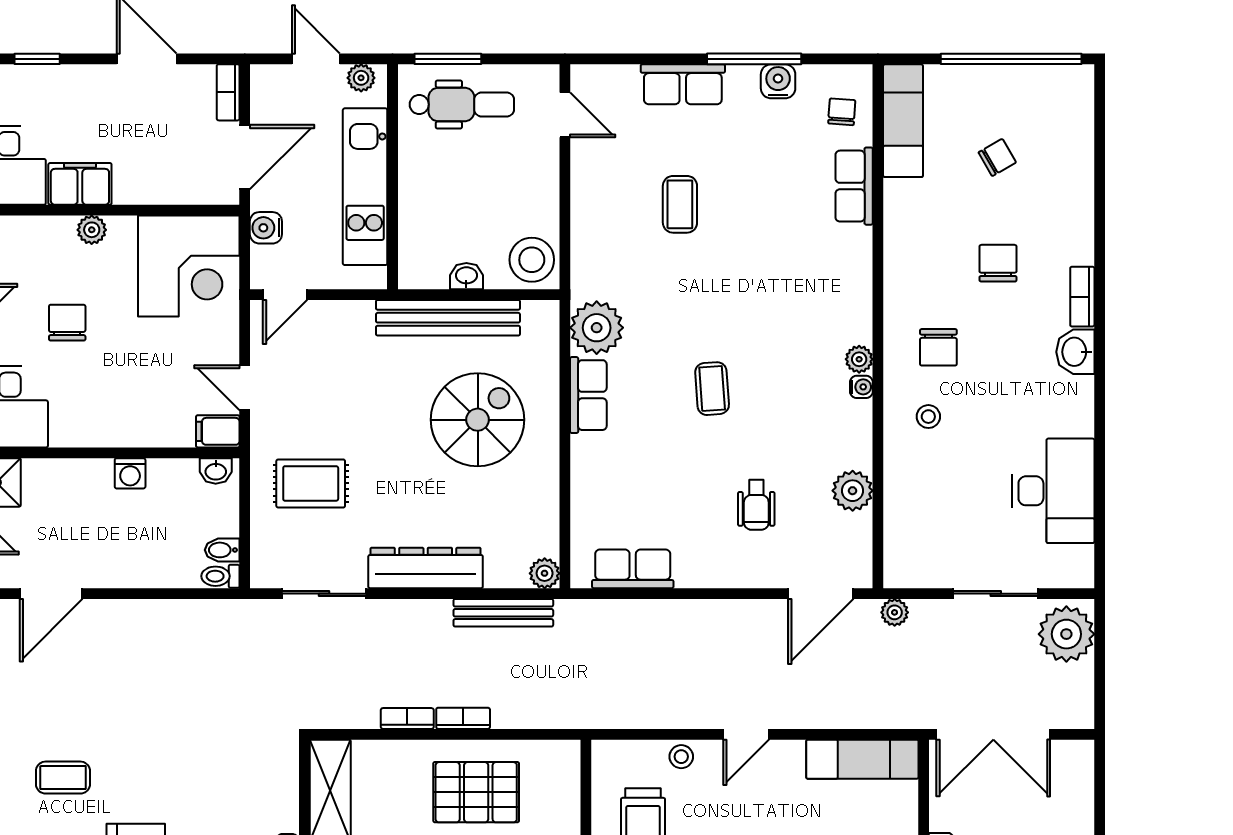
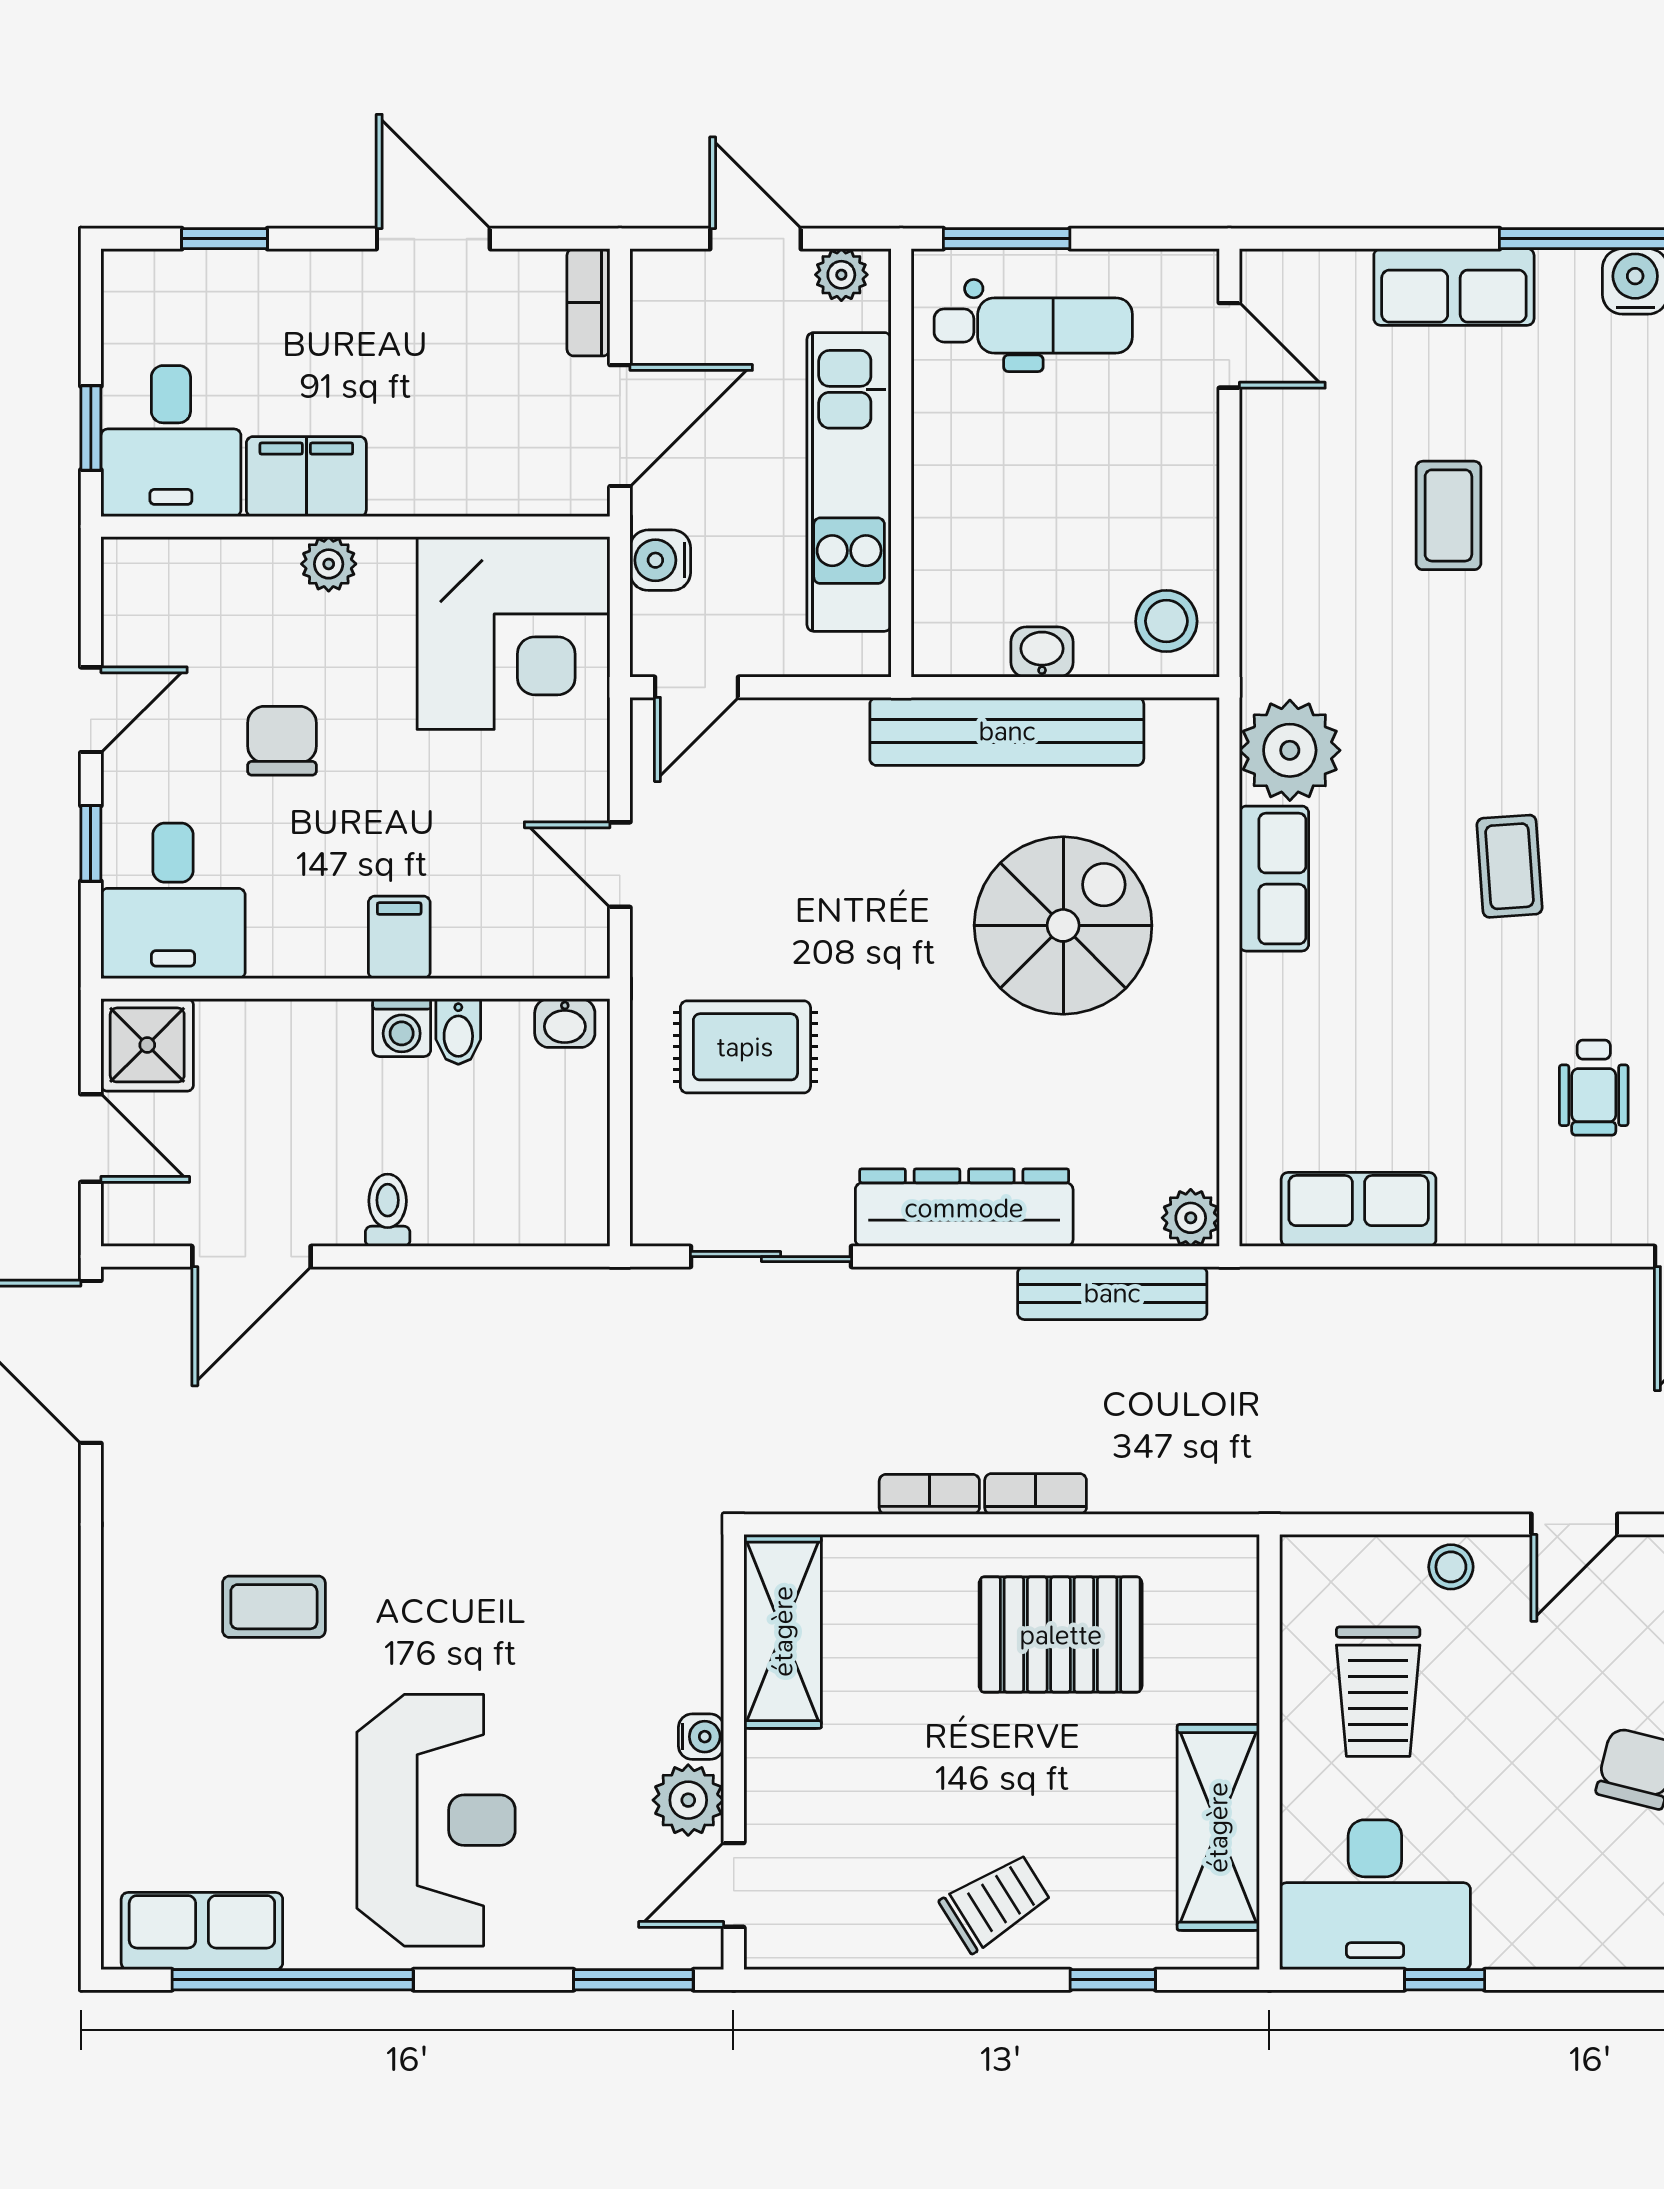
stool: (532, 260) -> (1166, 621), width x0.73, depth x0.73
filing cabinet: (218, 431) -> (399, 937), moved, turned 90
bidet: (222, 550) -> (458, 1032), moved, turned -90
toilet: (220, 576) -> (388, 1210), moved, turned 90

